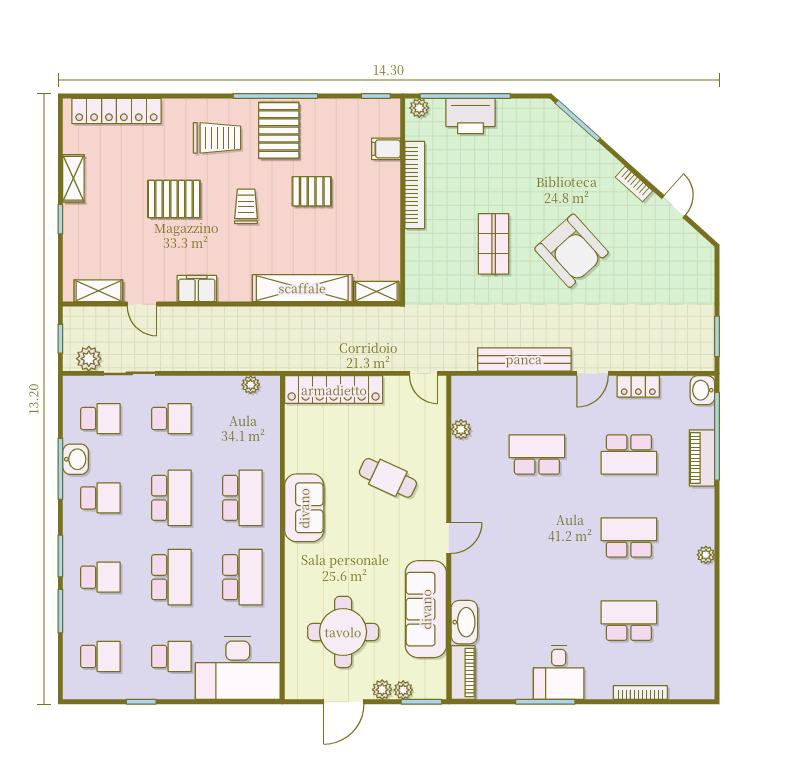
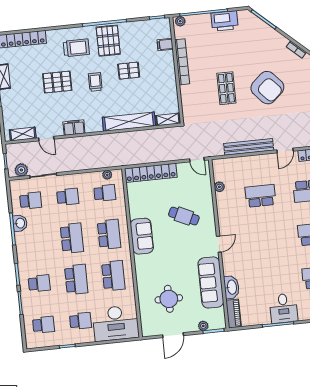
printer: (471, 116) -> (225, 21), moved
school desk: (100, 498) -> (105, 193), moved
round table: (343, 632) -> (169, 299), width x0.73, depth x0.73
plant: (382, 690) -> (192, 327), removed

